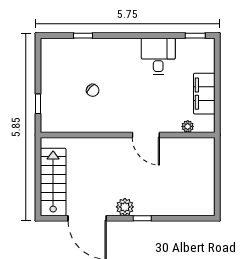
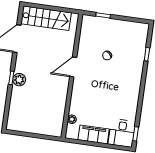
desk: (158, 56) -> (122, 133), moved, turned 90
door: (146, 135) -> (73, 67), moved
plant: (125, 207) -> (19, 80), moved

